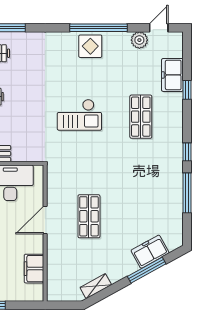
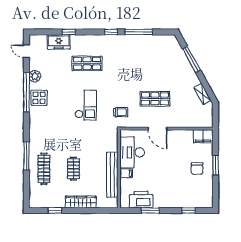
plant: (139, 40) -> (35, 76), moved
trolley: (69, 166) -> (121, 112), added
freezer: (150, 252) -> (179, 57), removed
filing cabinet: (34, 269) -> (203, 136), moved

